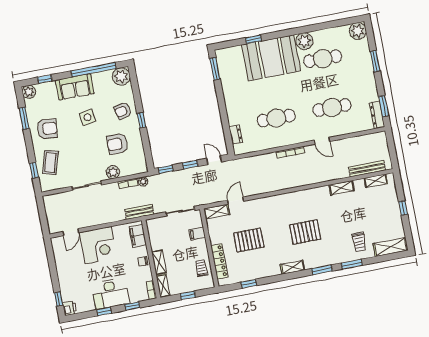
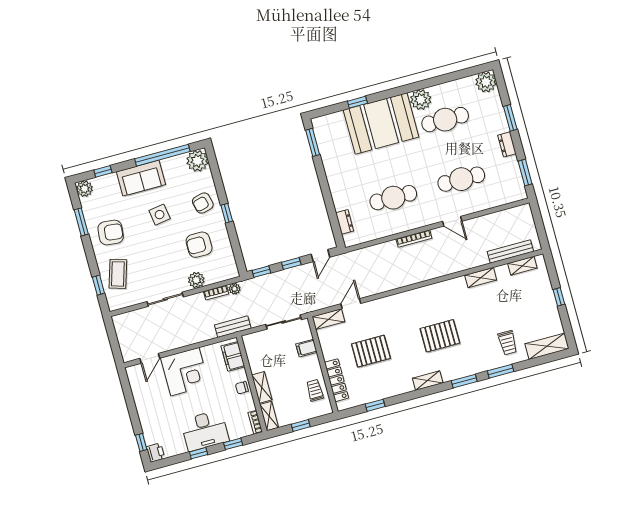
dresser: (377, 115) -> (507, 144), moved, width x0.70
door: (214, 160) -> (320, 256), swing flipped

